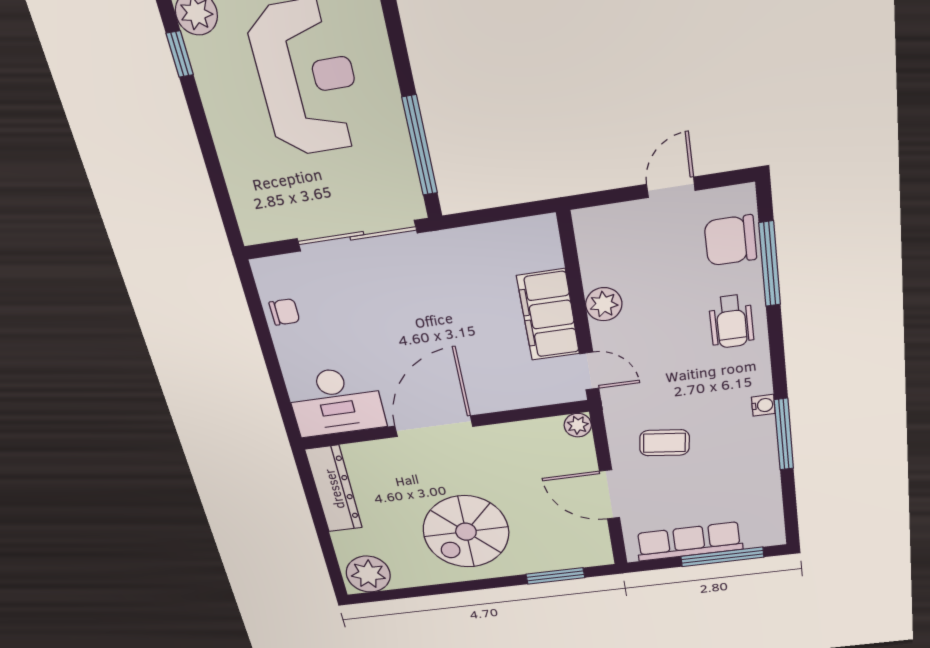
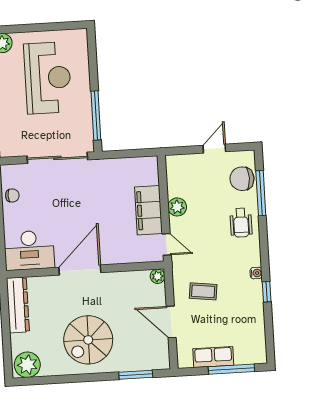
window: (784, 434) -> (267, 292), width x0.46
row of seats: (689, 541) -> (213, 357), width x0.68

